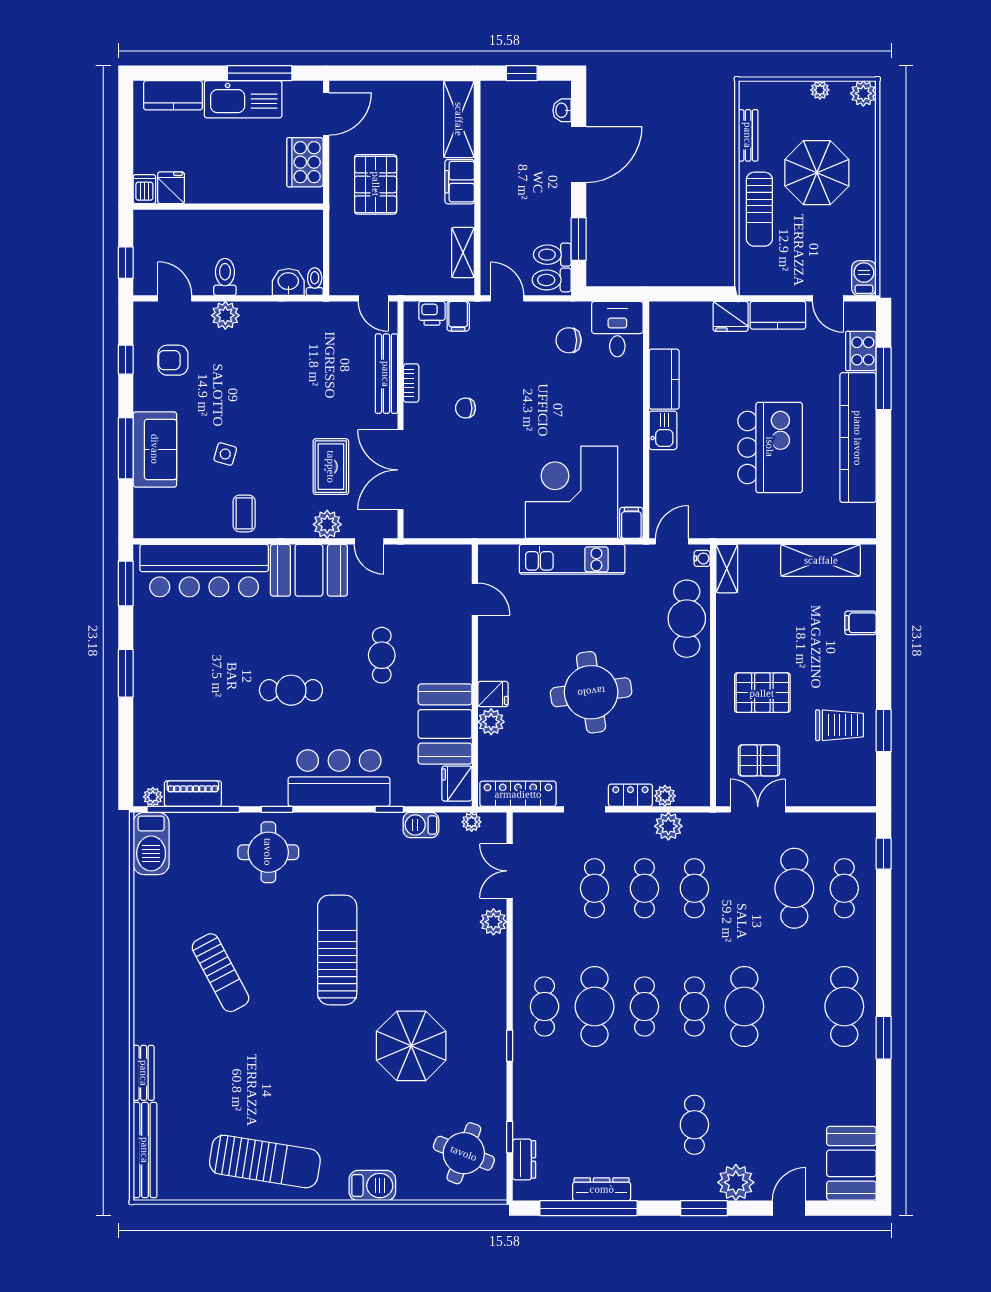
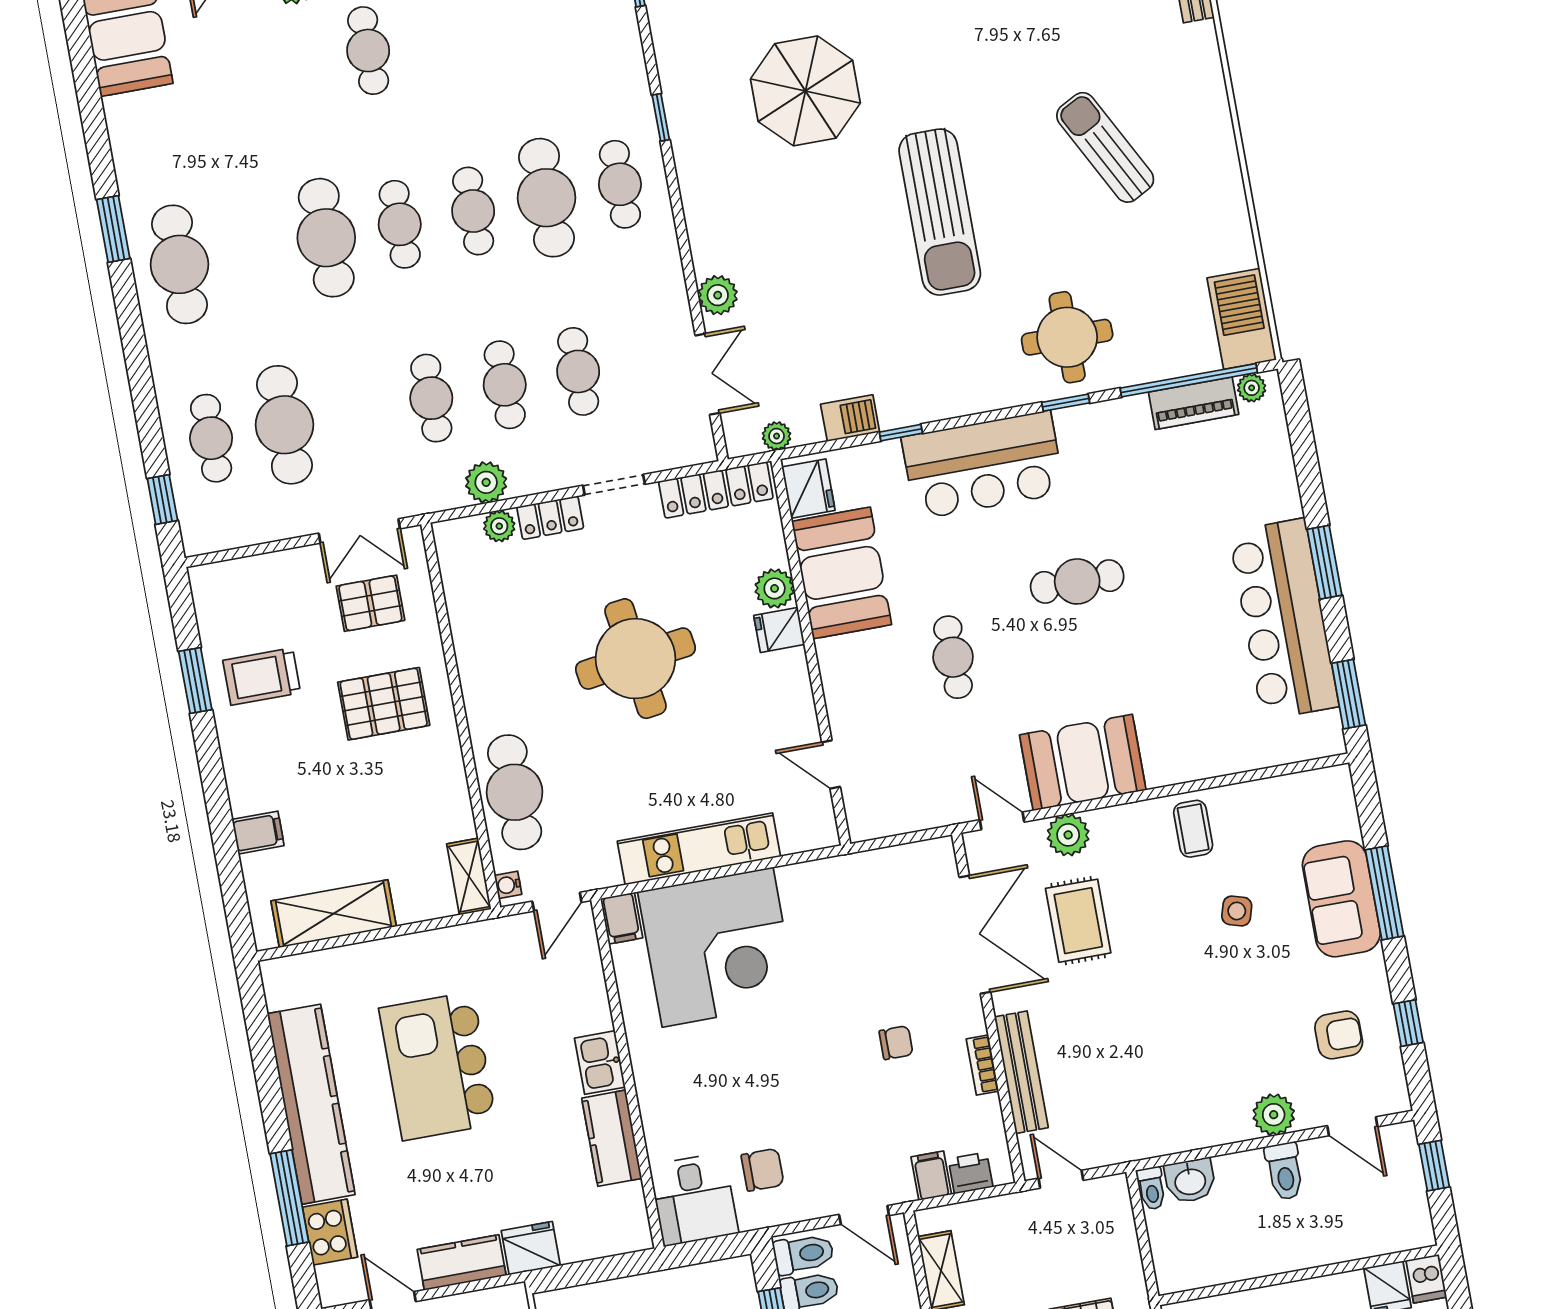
bar counter: (204, 571) -> (1284, 619), moved, turned -90

